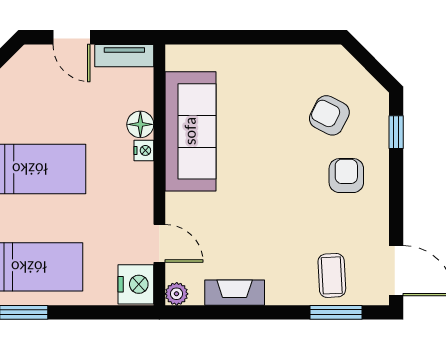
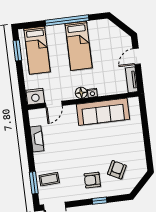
floor lamp: (140, 124) -> (81, 93), moved
window: (396, 132) -> (99, 201), moved
armchair: (346, 176) -> (92, 180), turned 180
plant: (177, 294) -> (33, 114), removed

